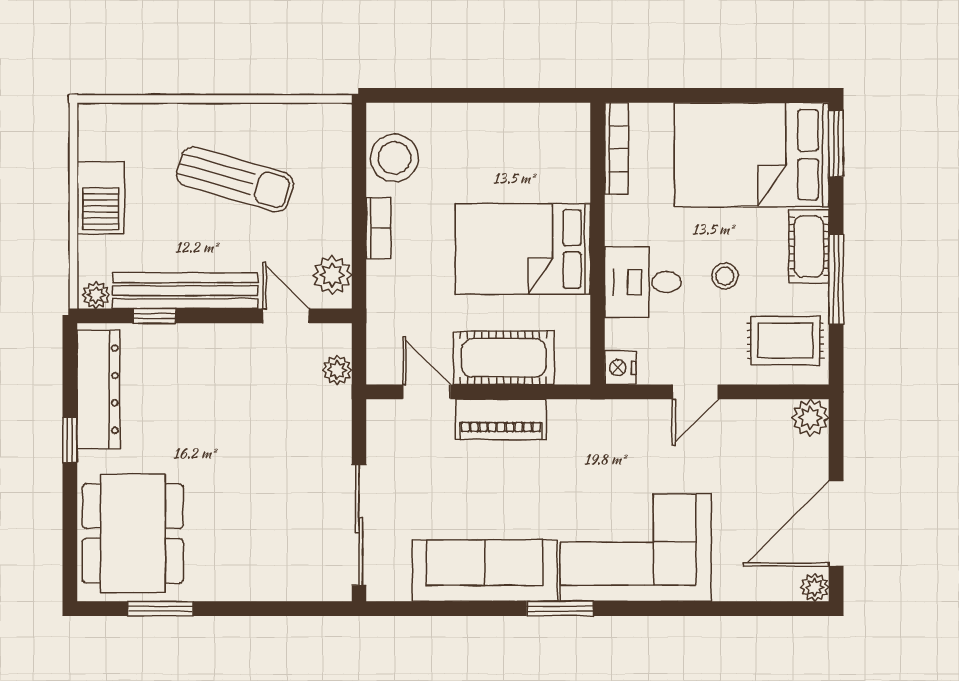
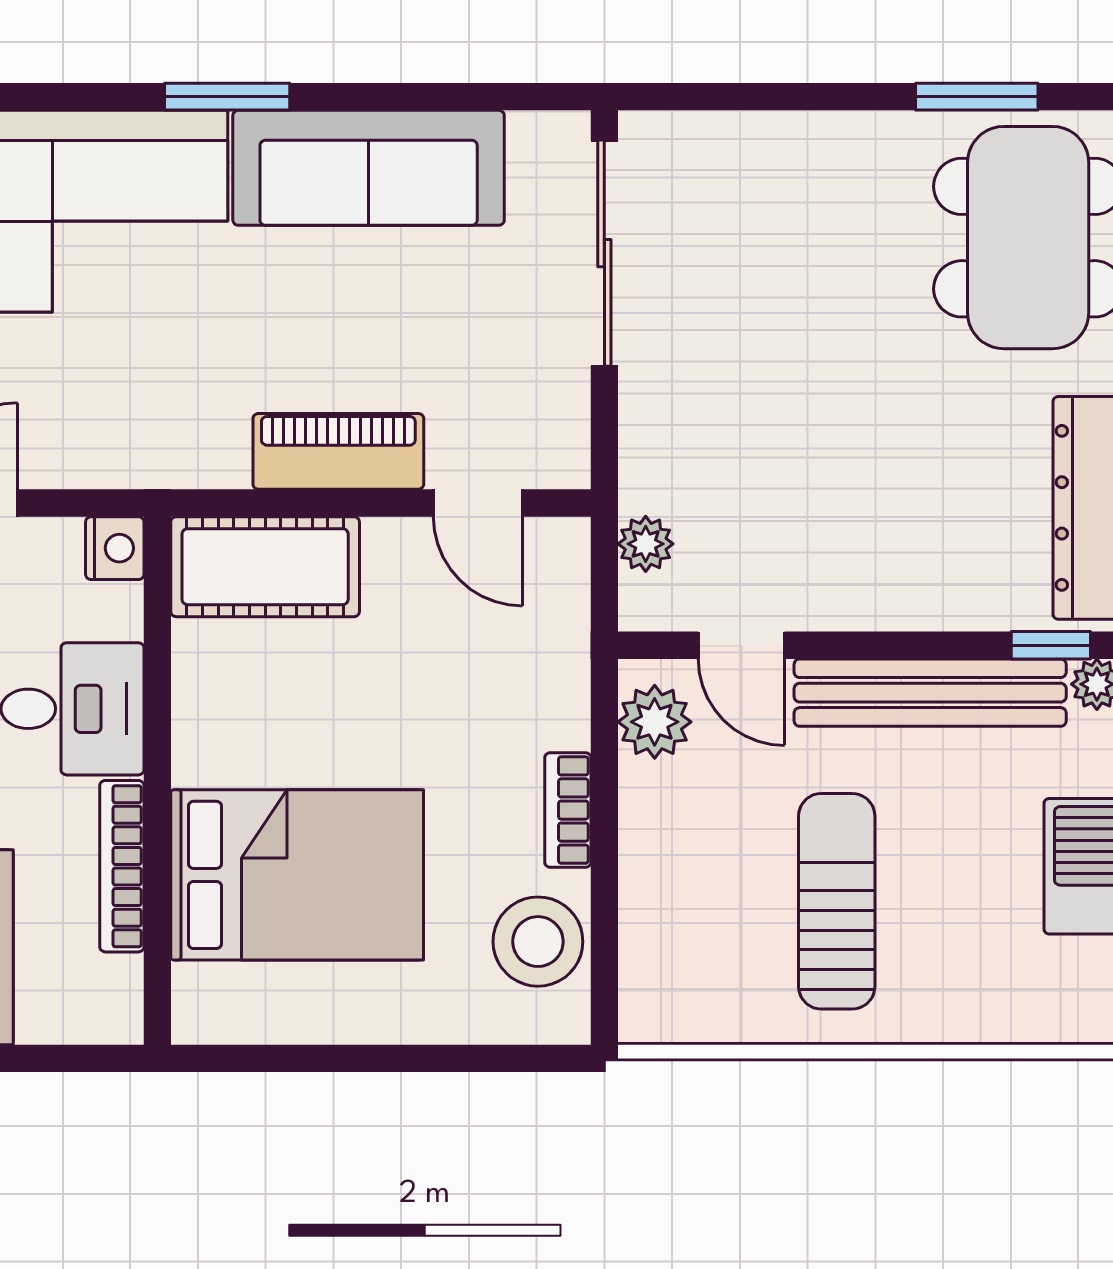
bookcase: (616, 148) -> (122, 866), moved
sun lounger: (235, 179) -> (837, 901), turned 74
bed: (523, 249) -> (297, 875), moved
window: (155, 316) -> (1051, 645), moved
cot: (504, 358) -> (265, 567), moved

